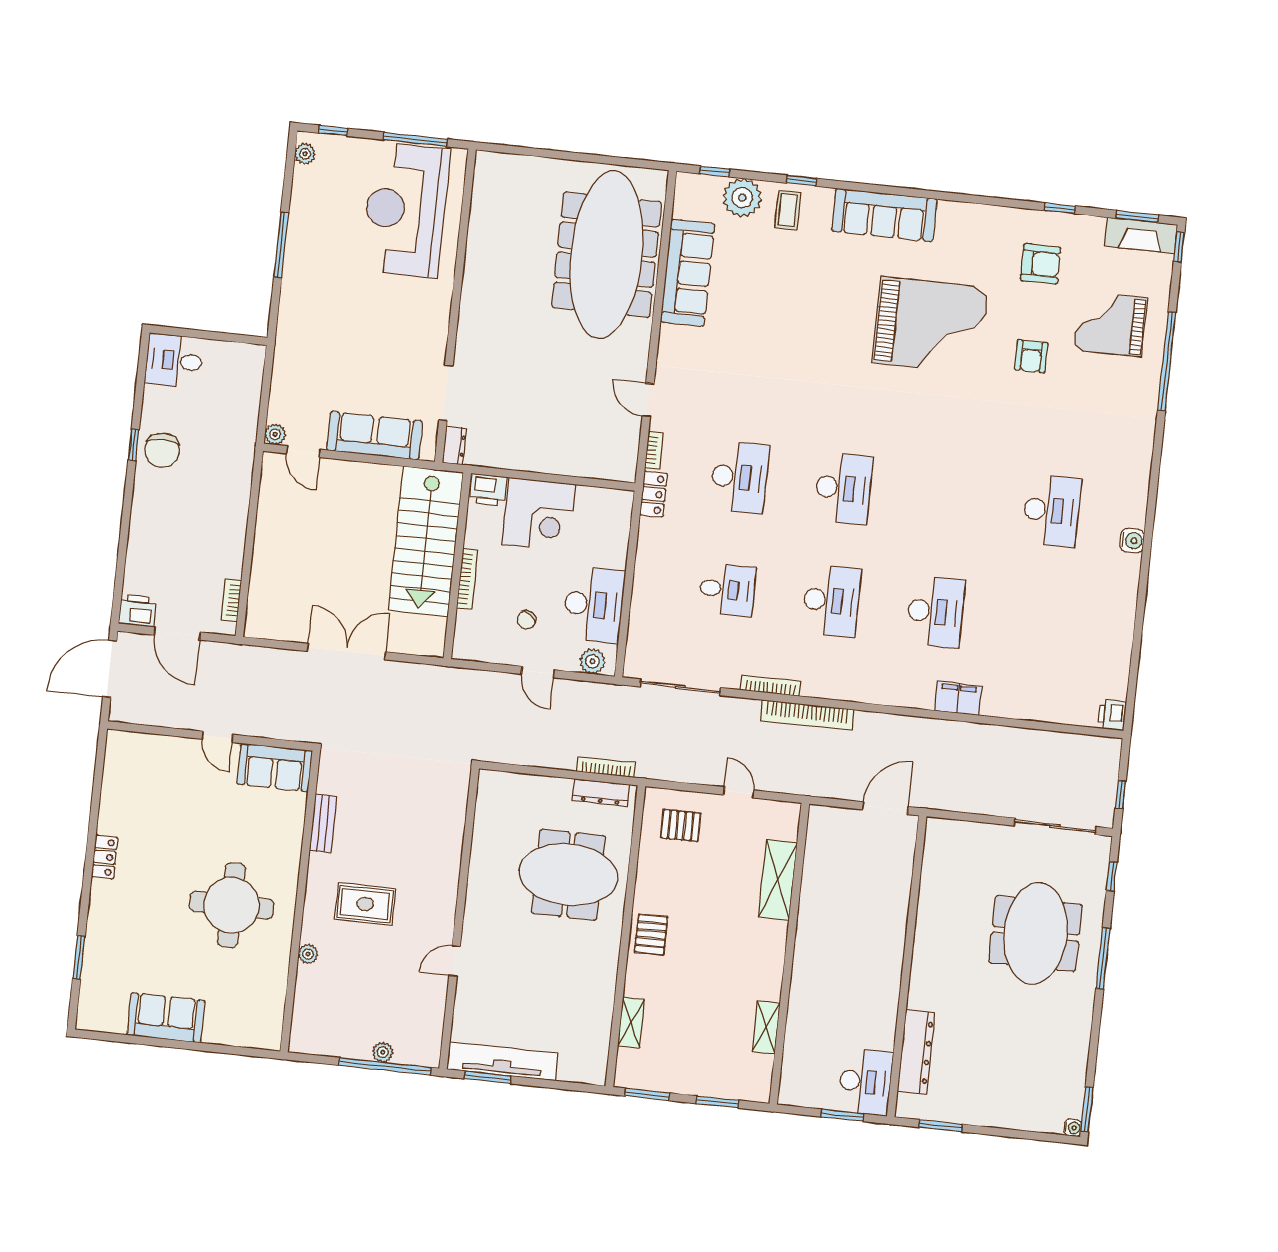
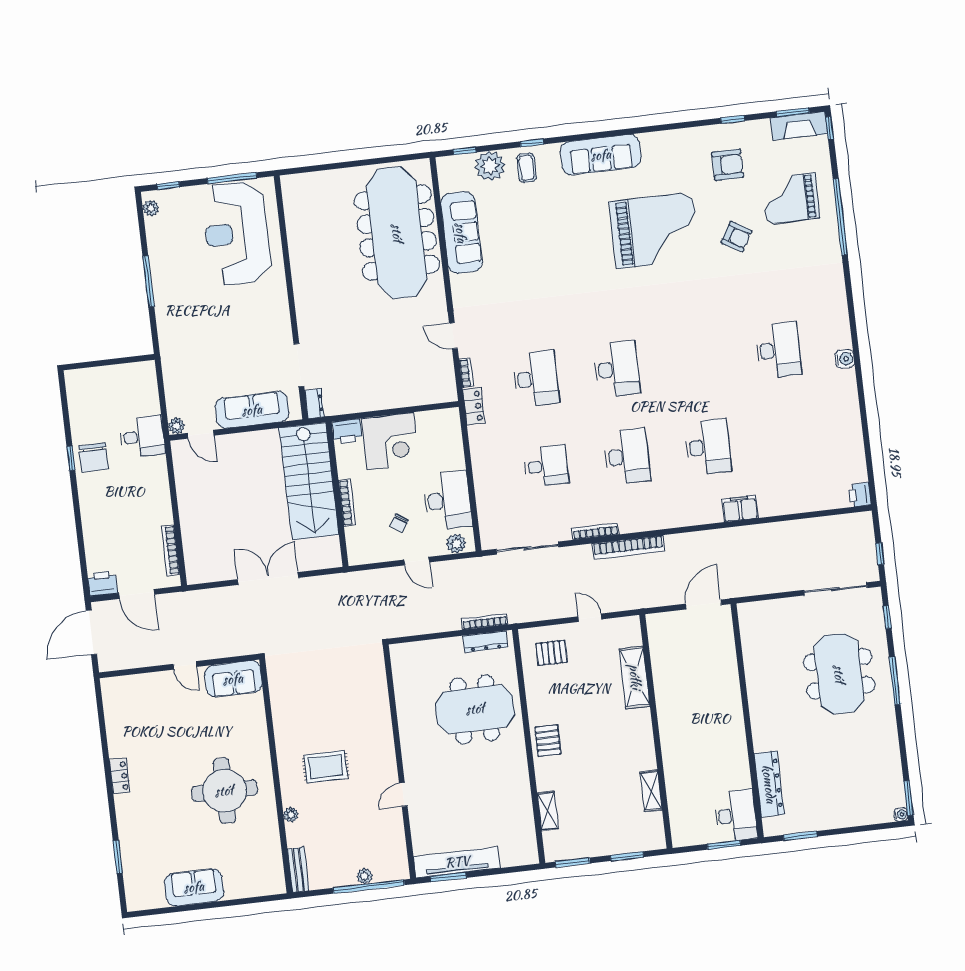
armchair: (1031, 356) -> (736, 237), turned -59
desk: (174, 361) -> (142, 437), moved, turned 180
bookcase: (231, 600) -> (171, 550), width x1.56
bench: (323, 824) -> (298, 870), moved

